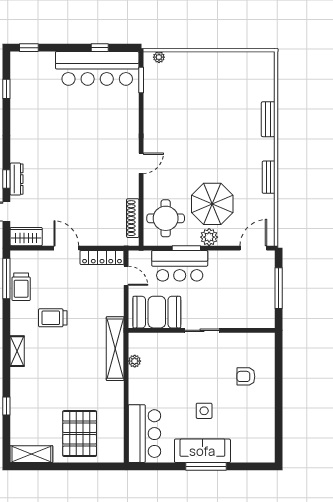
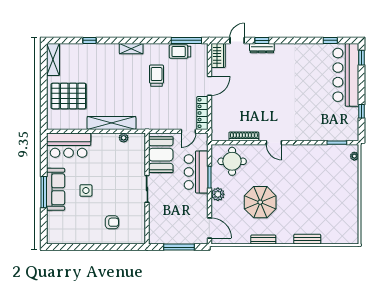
bar counter: (97, 68) -> (346, 75), moved
parasol: (212, 204) -> (260, 202), moved
shoe rack: (133, 218) -> (244, 136), moved
shelving: (115, 349) -> (111, 123), moved
armchair: (246, 376) -> (112, 222), turned 90

